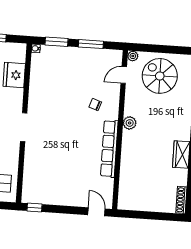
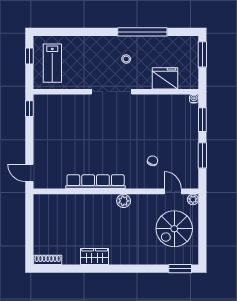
spiral stairs: (160, 76) -> (174, 229), turned 180
chair: (95, 105) -> (153, 161), moved
doorway: (24, 127) -> (112, 92), width x1.36
door: (96, 212) -> (29, 173), swing flipped

